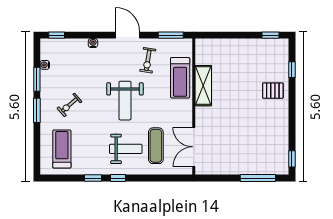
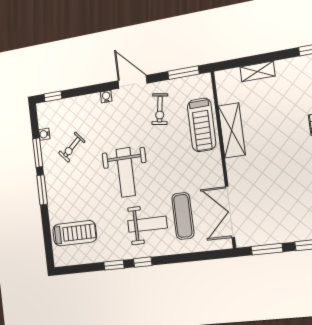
water cooler: (93, 43) -> (106, 97), moved
shelving: (229, 44) -> (257, 71), added
weight bench: (125, 101) -> (126, 172), moved
exercise bike: (69, 105) -> (72, 147), moved
treadmill: (62, 149) -> (75, 233), turned 90
window: (219, 178) -> (267, 249), added

